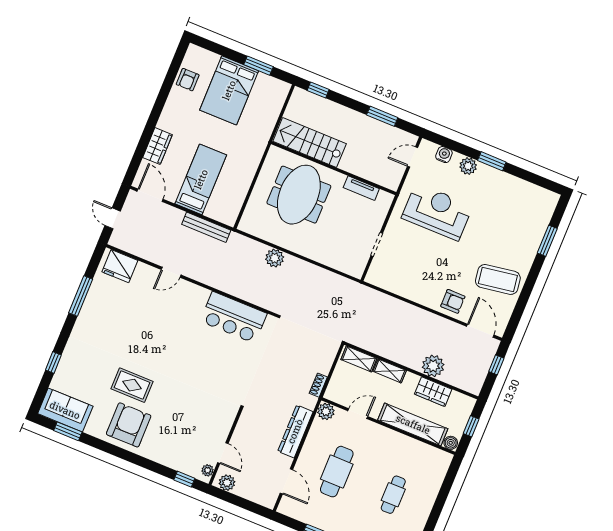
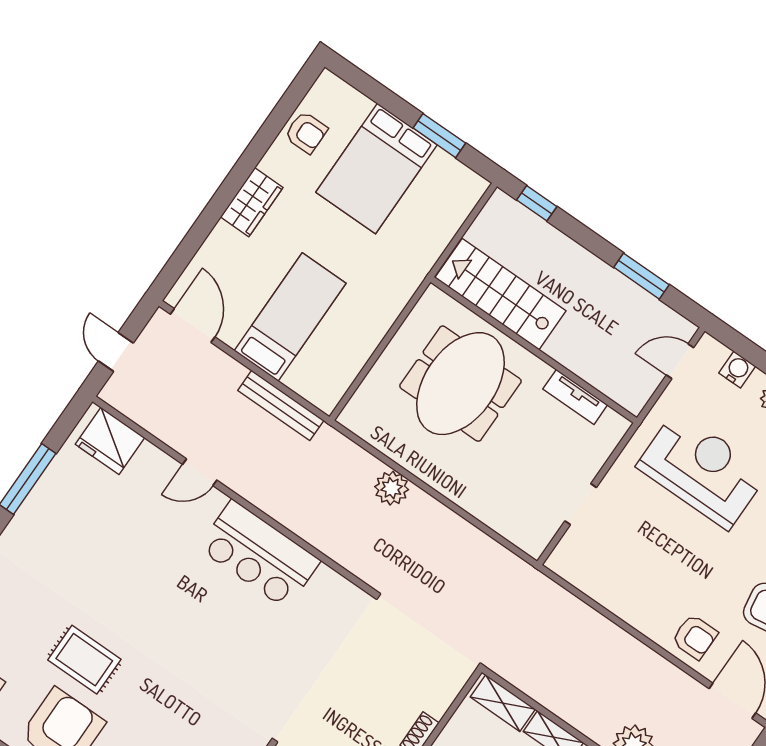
armchair: (188, 80) -> (306, 132), turned -90
wardrobe: (157, 146) -> (252, 202), moved
bar counter: (234, 317) -> (259, 554), moved

